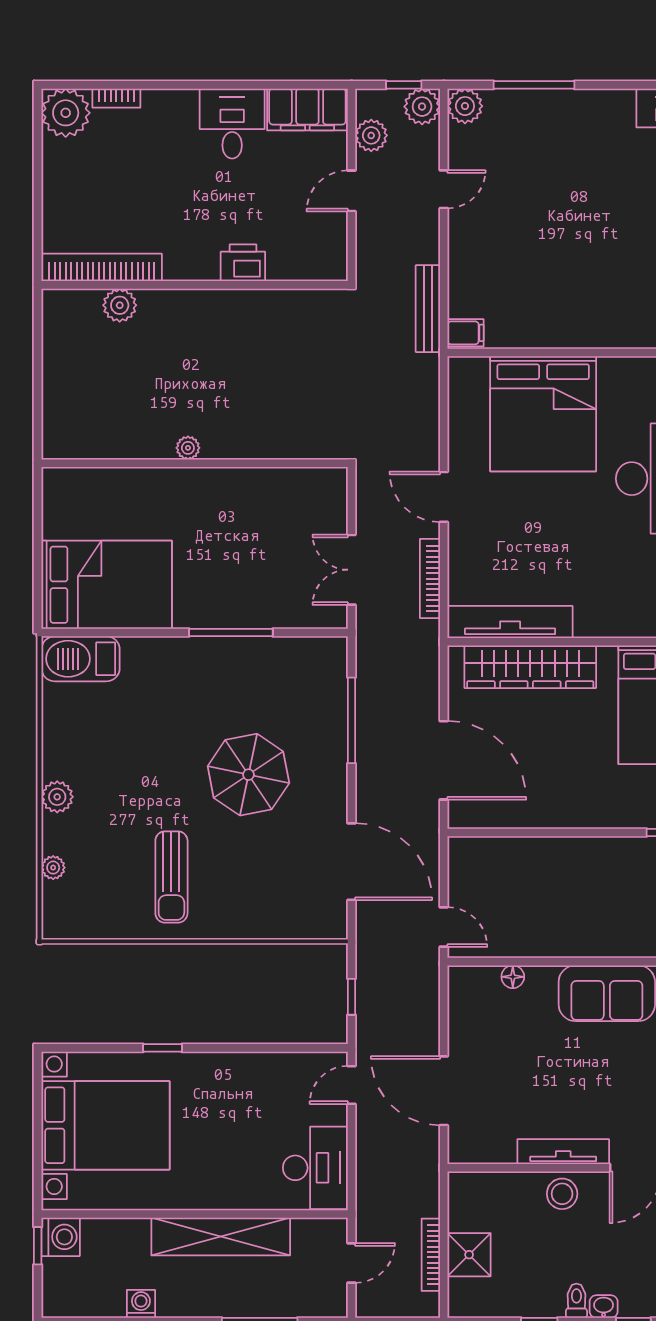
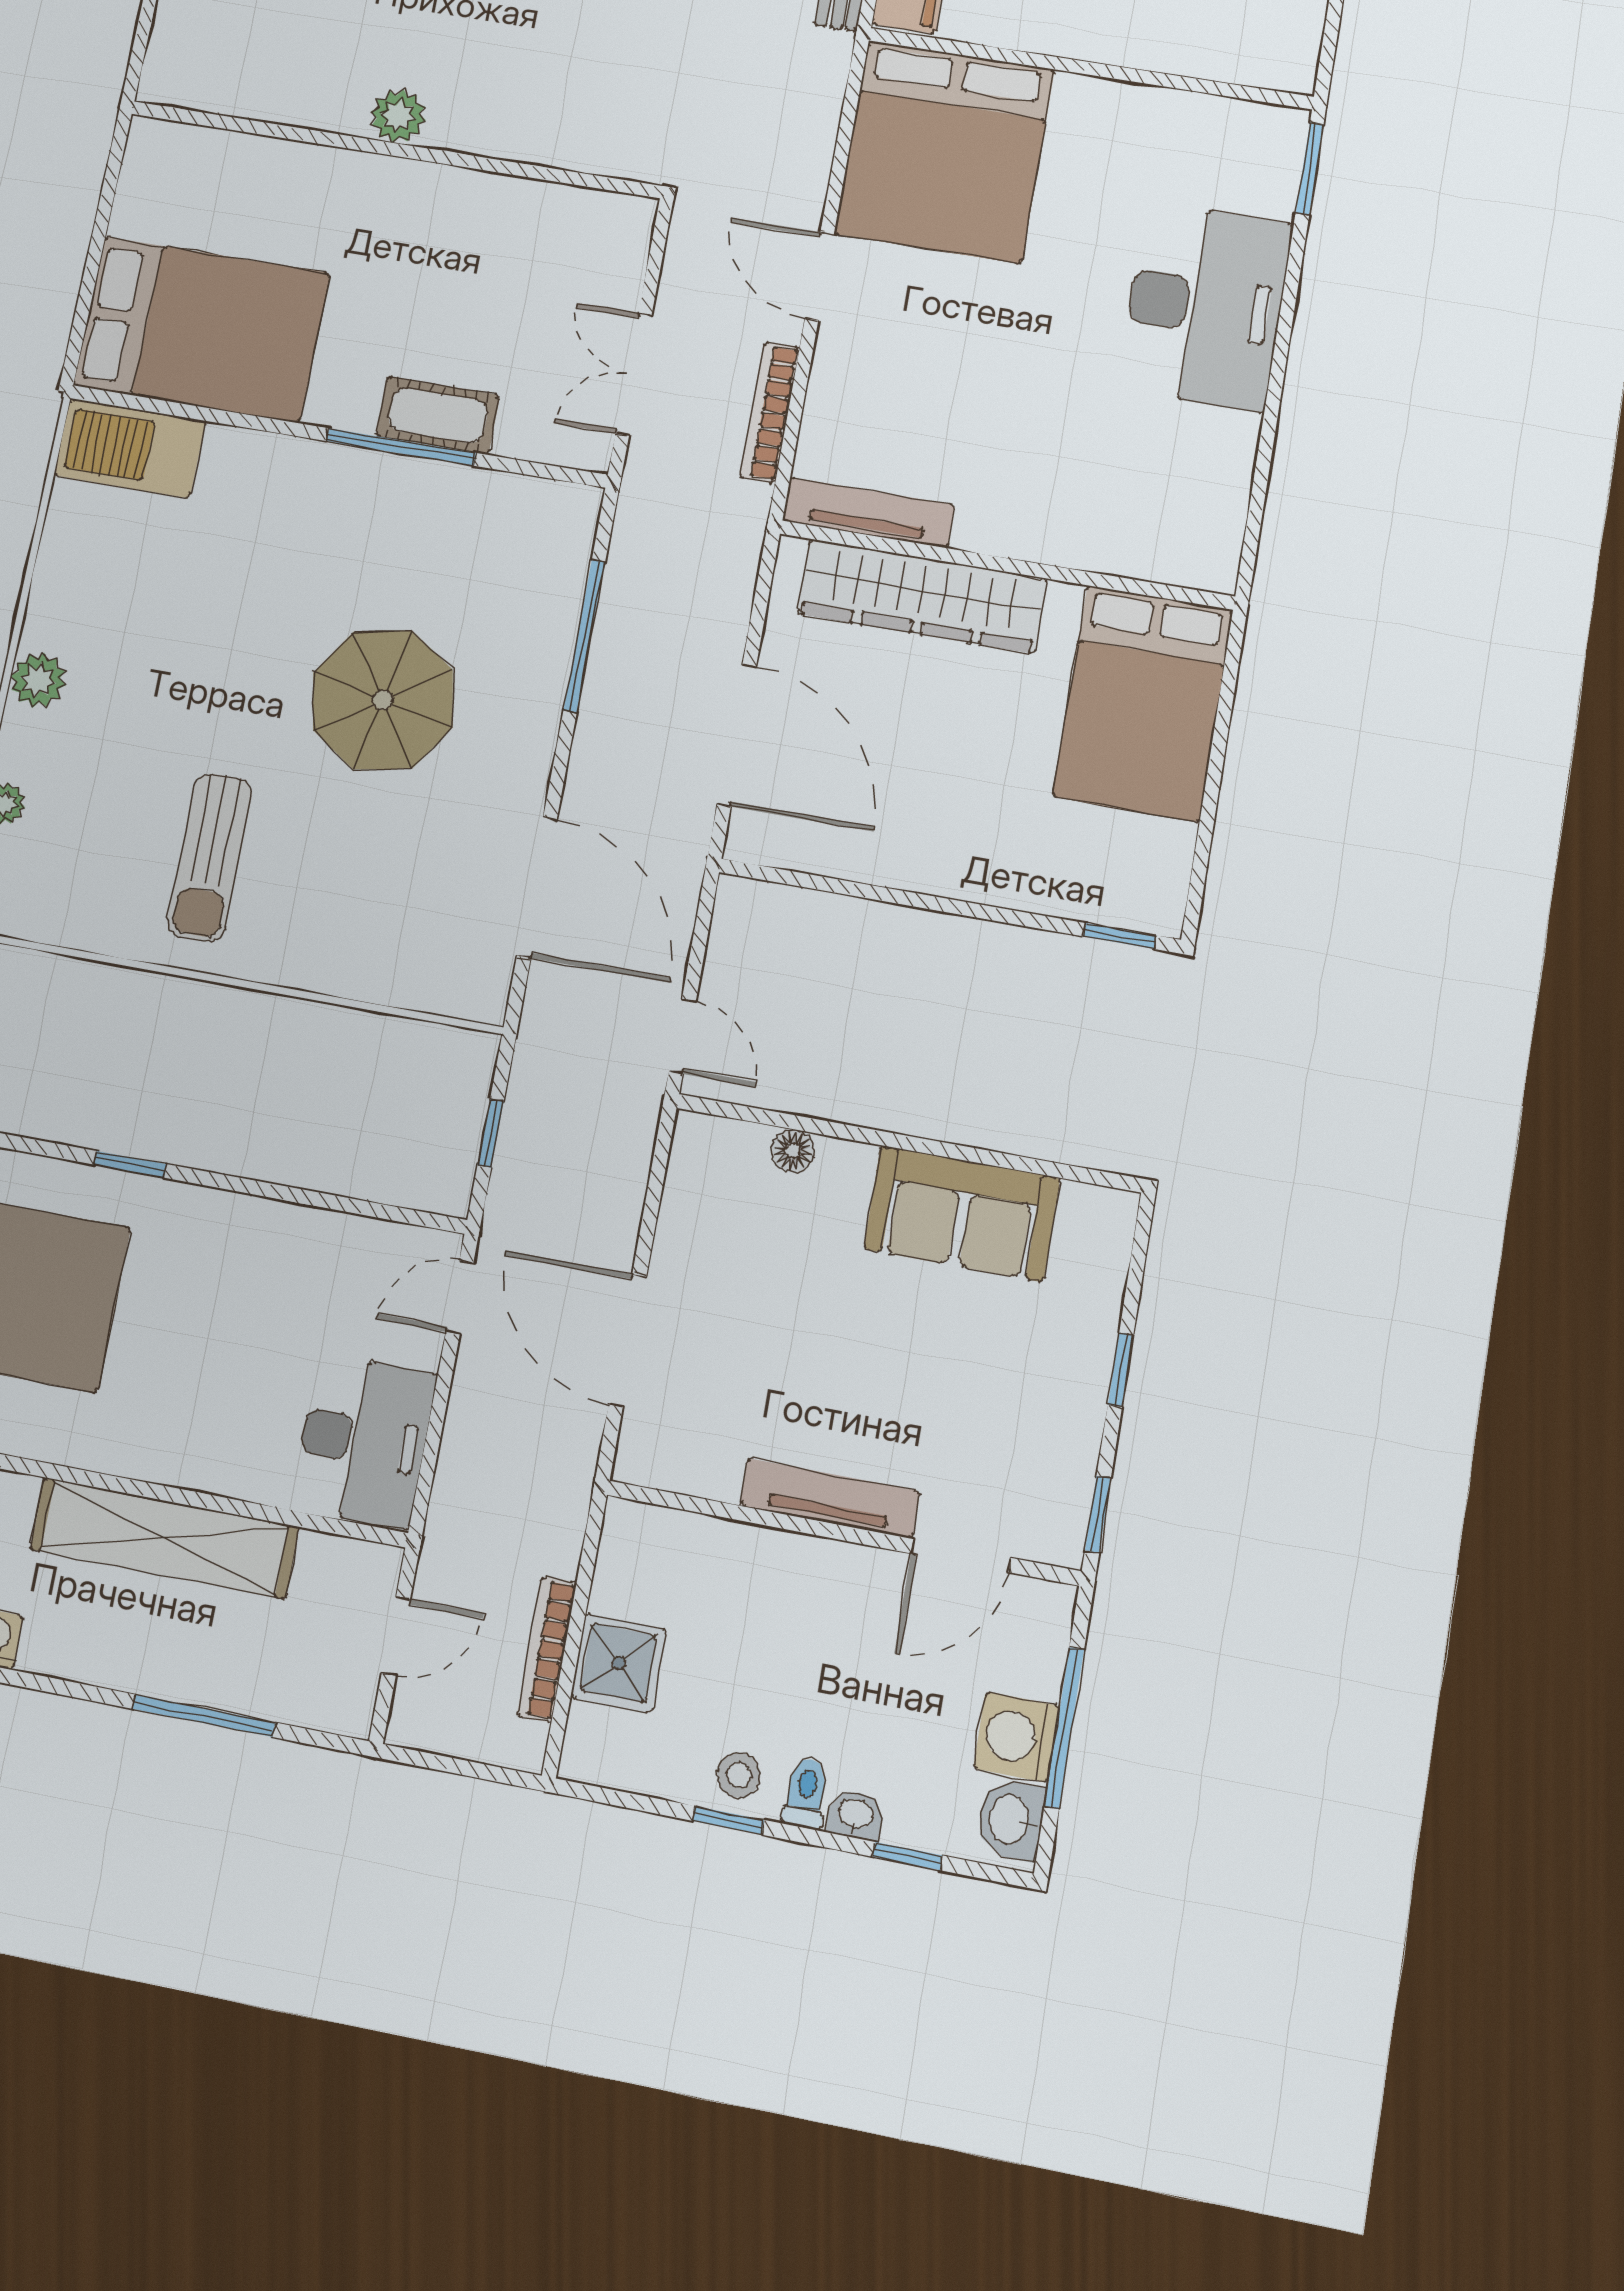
bed: (543, 414) -> (944, 151), moved
plant: (188, 448) -> (398, 116), width x1.38, depth x1.38
cot: (248, 611) -> (438, 416), added
tv unit: (510, 622) -> (868, 513), width x0.73, depth x0.78
stool: (562, 1194) -> (739, 1775), moved, width x0.73, depth x0.73

